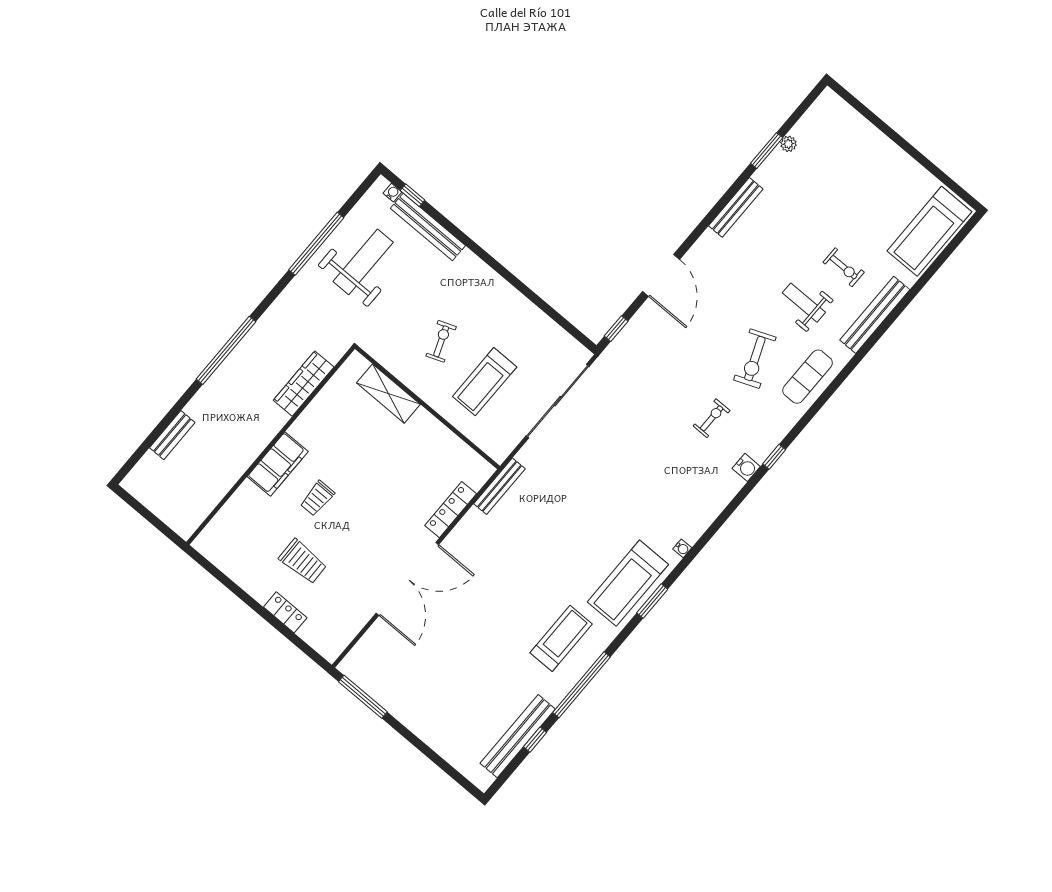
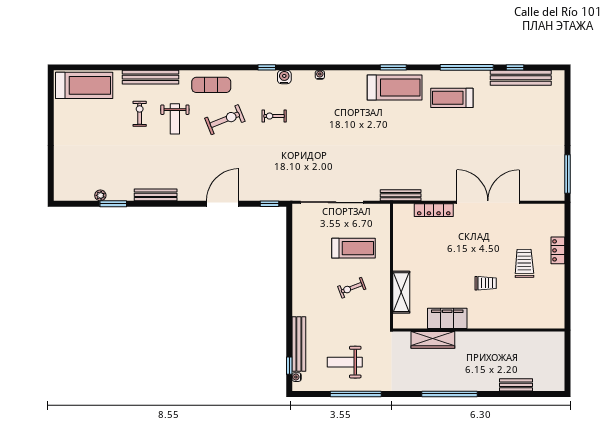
weight bench: (363, 262) -> (345, 362), width x0.73, depth x0.75
filing cabinet: (278, 464) -> (447, 318), moved
water cooler: (682, 548) -> (320, 75), moved

